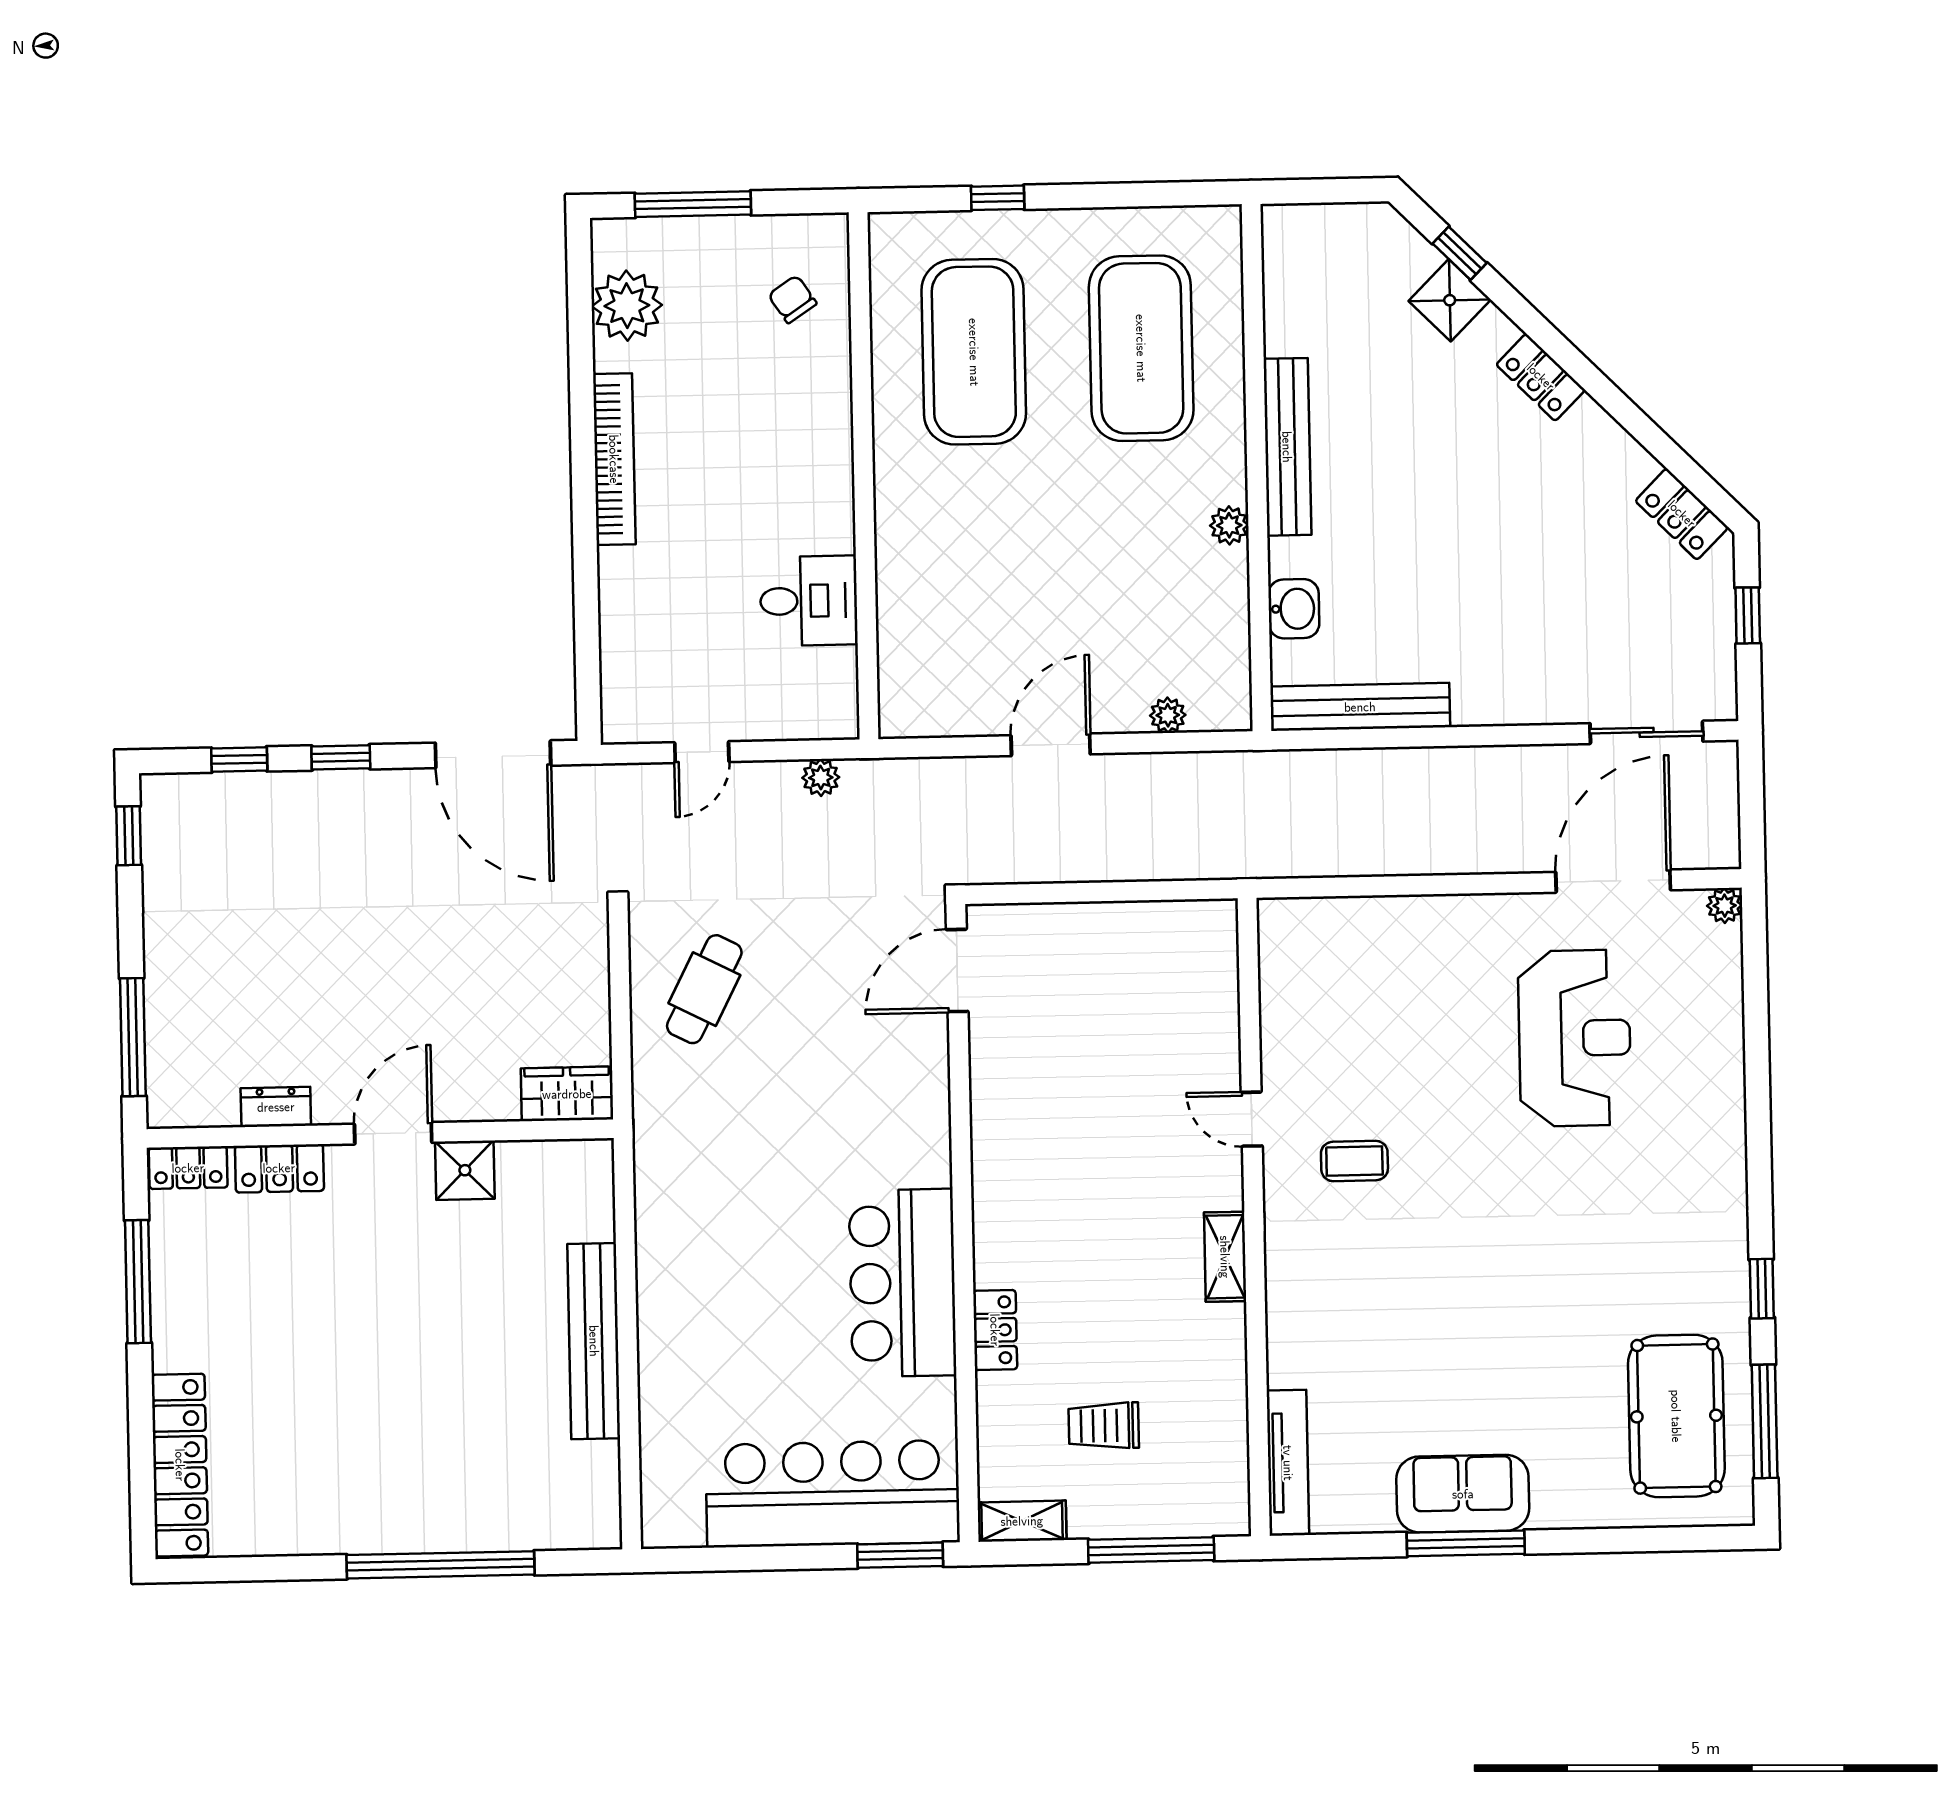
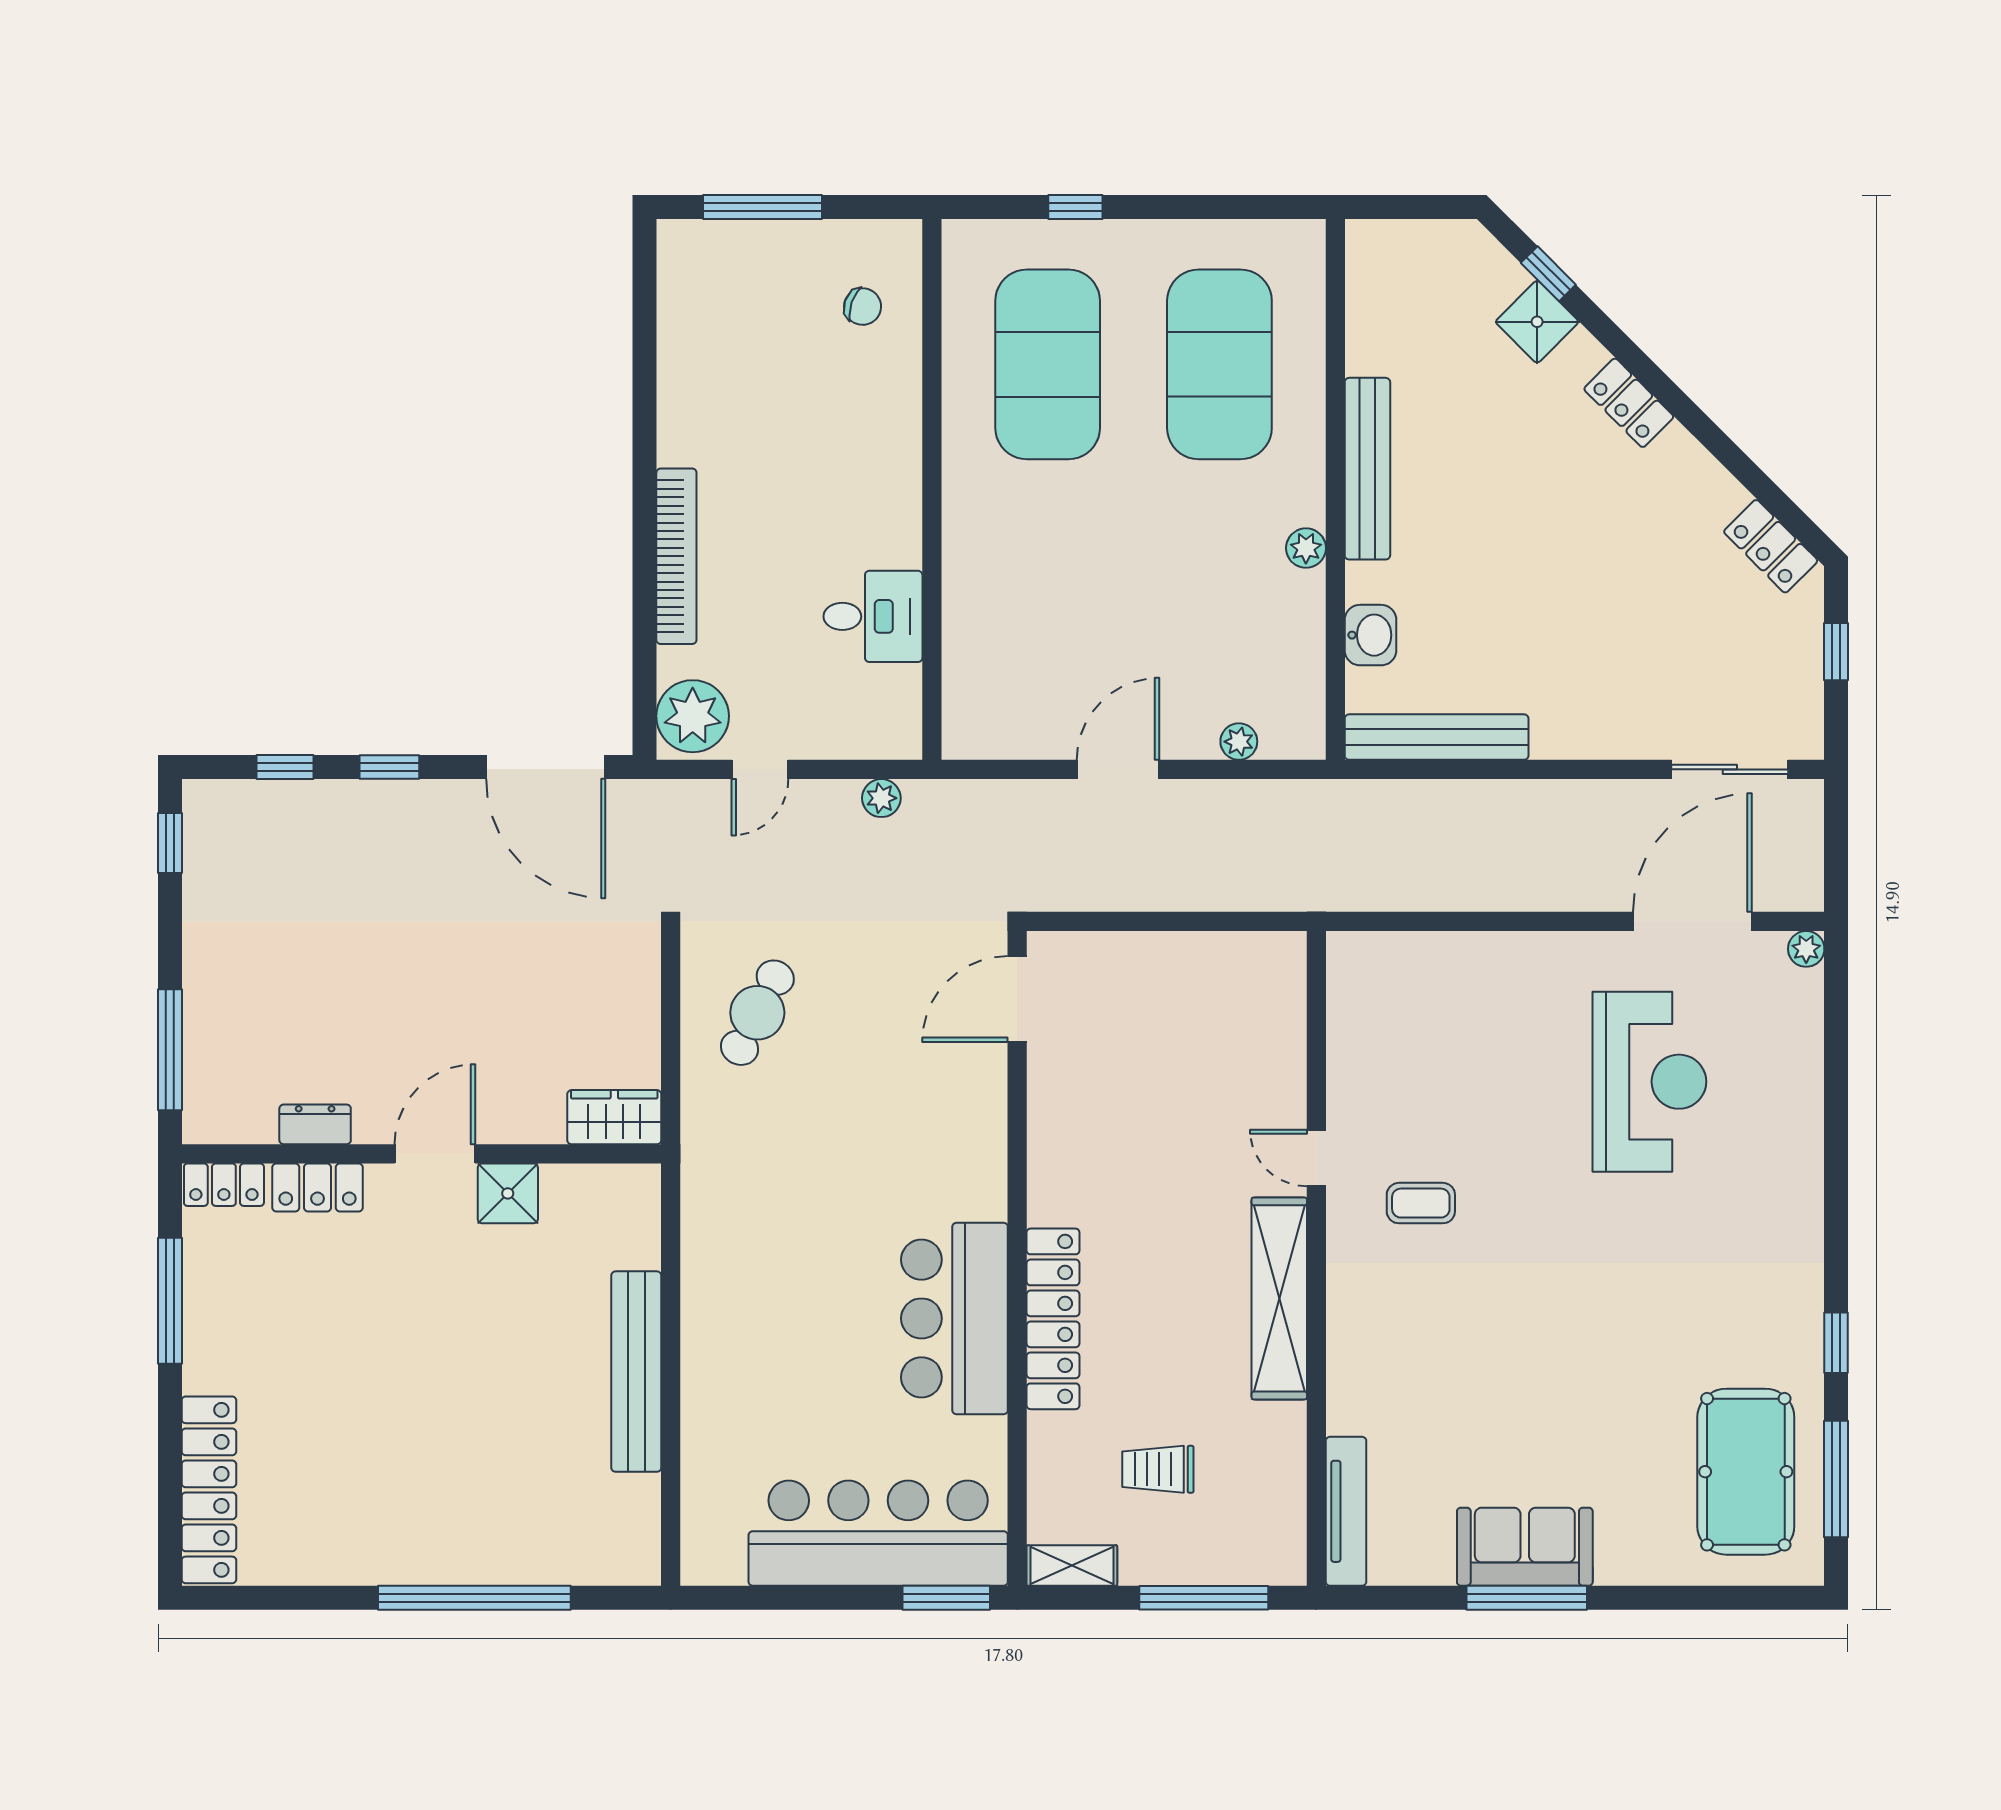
chair: (792, 299) -> (863, 307), turned 143
plant: (627, 306) -> (693, 716), moved
bookcase: (614, 459) -> (676, 556), moved
shelving: (1225, 1257) -> (1279, 1298), width x2.20, depth x1.33
locker: (995, 1330) -> (1053, 1319), width x2.16, depth x1.21

